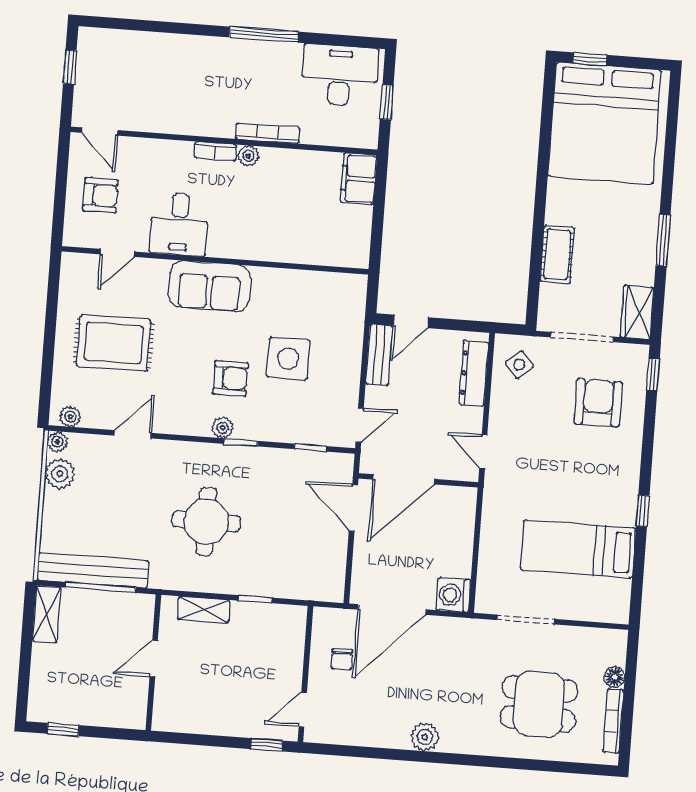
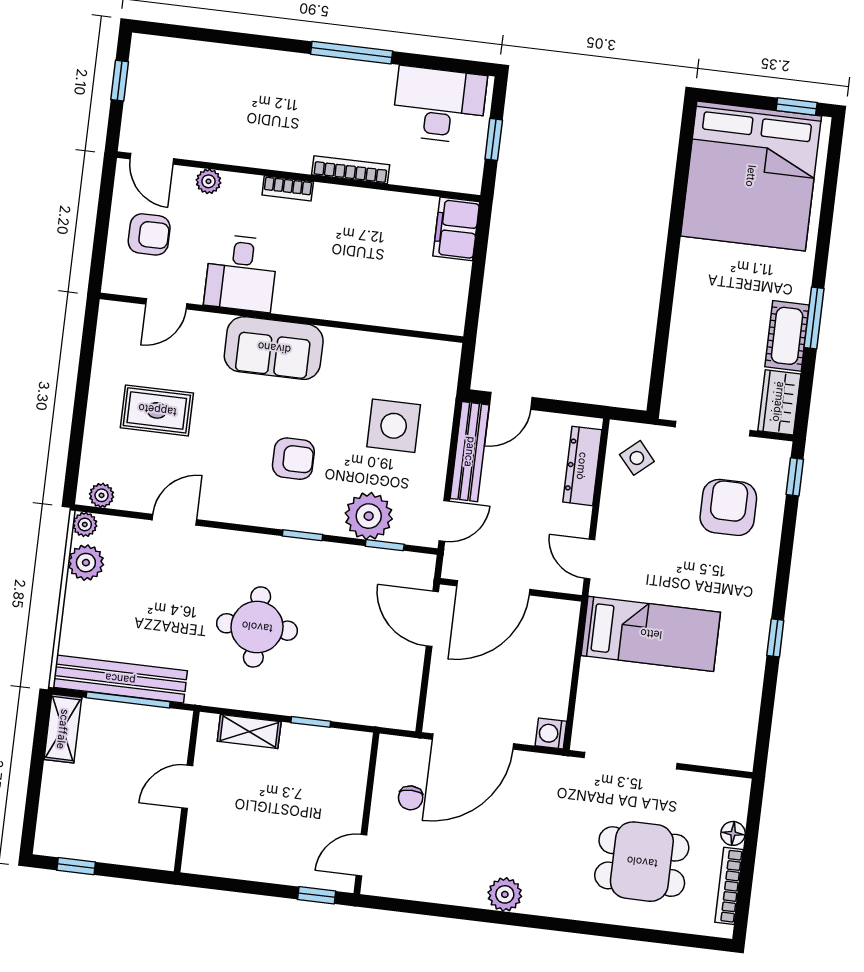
window: (590, 59) -> (797, 106), moved
plant: (248, 156) -> (208, 181), moved
cot: (557, 254) -> (787, 336), moved
rug: (114, 343) -> (157, 410), width x0.73, depth x0.70
bench: (379, 355) -> (470, 452), width x1.36
side table: (288, 359) -> (394, 426), moved
plant: (223, 428) -> (369, 516), moved, width x1.88, depth x1.88
bed: (578, 549) -> (651, 634), moved, turned 180
washing machine: (453, 595) -> (551, 733), width x0.73, depth x0.73
doorway: (526, 620) -> (631, 761), width x1.36

